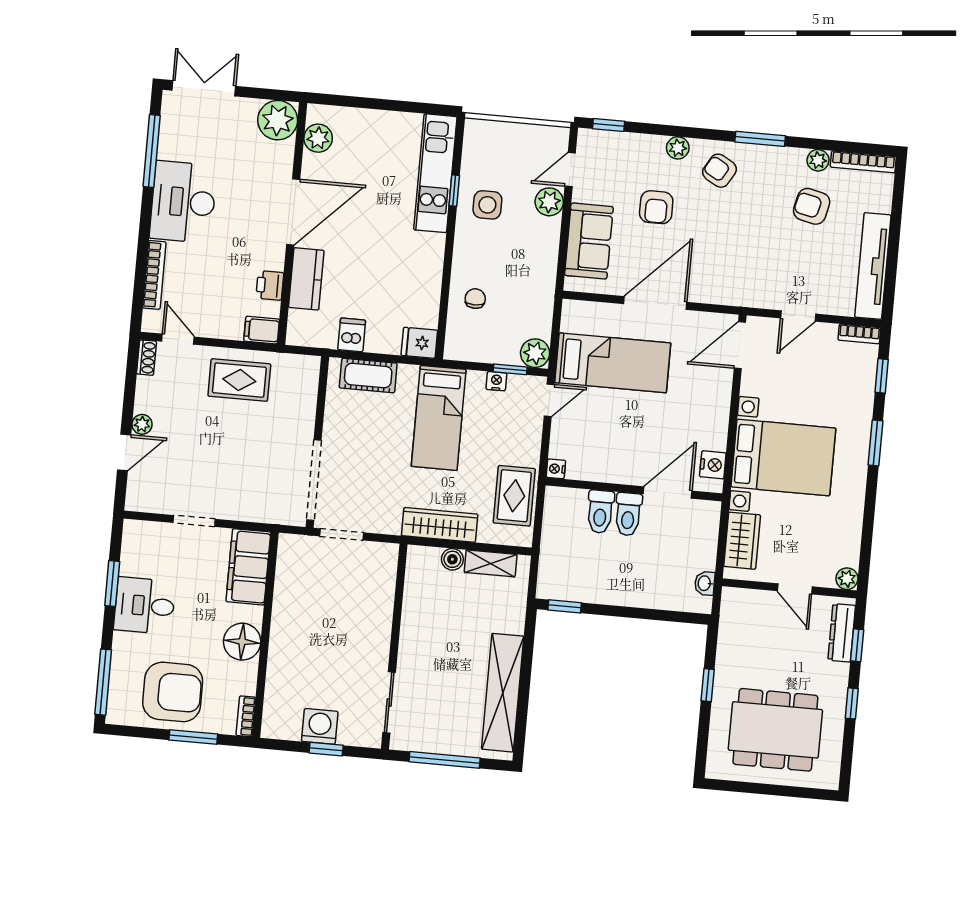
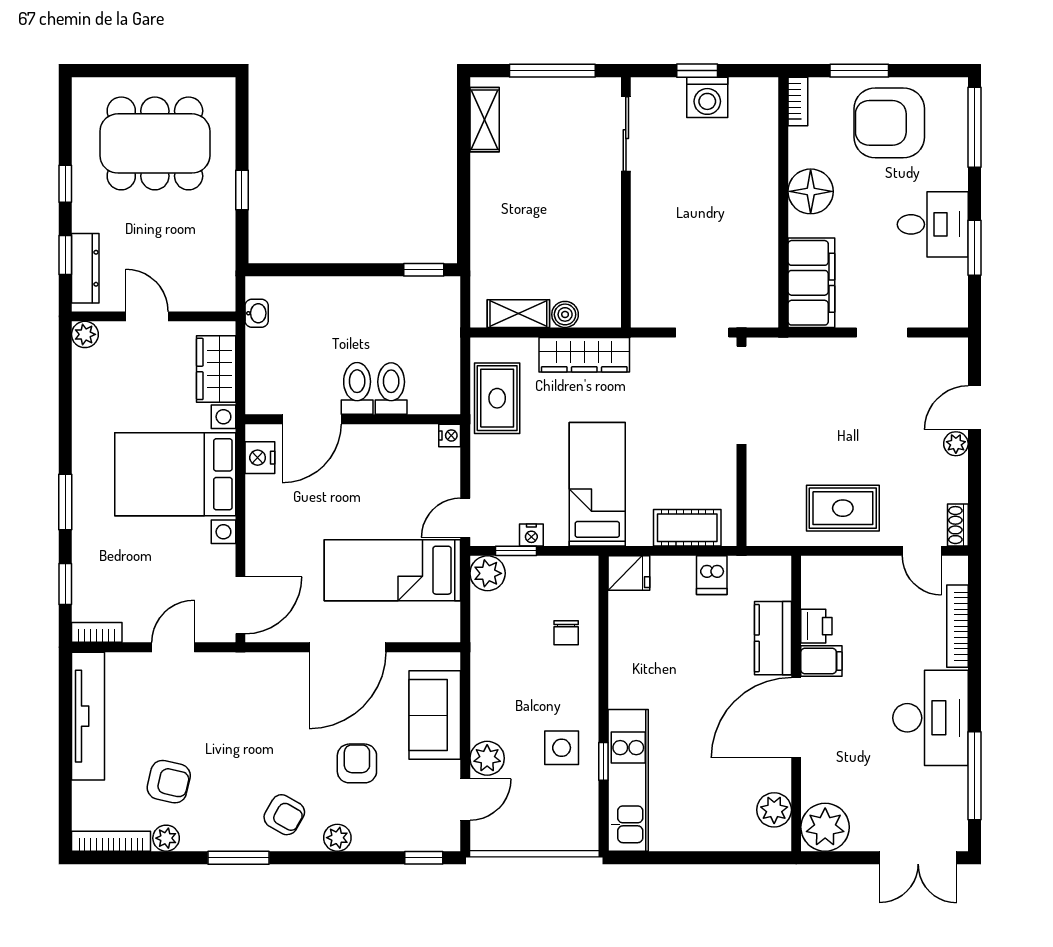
filing cabinet: (262, 330) -> (821, 661), moved
shelving: (503, 693) -> (485, 120), width x0.45, depth x0.75

